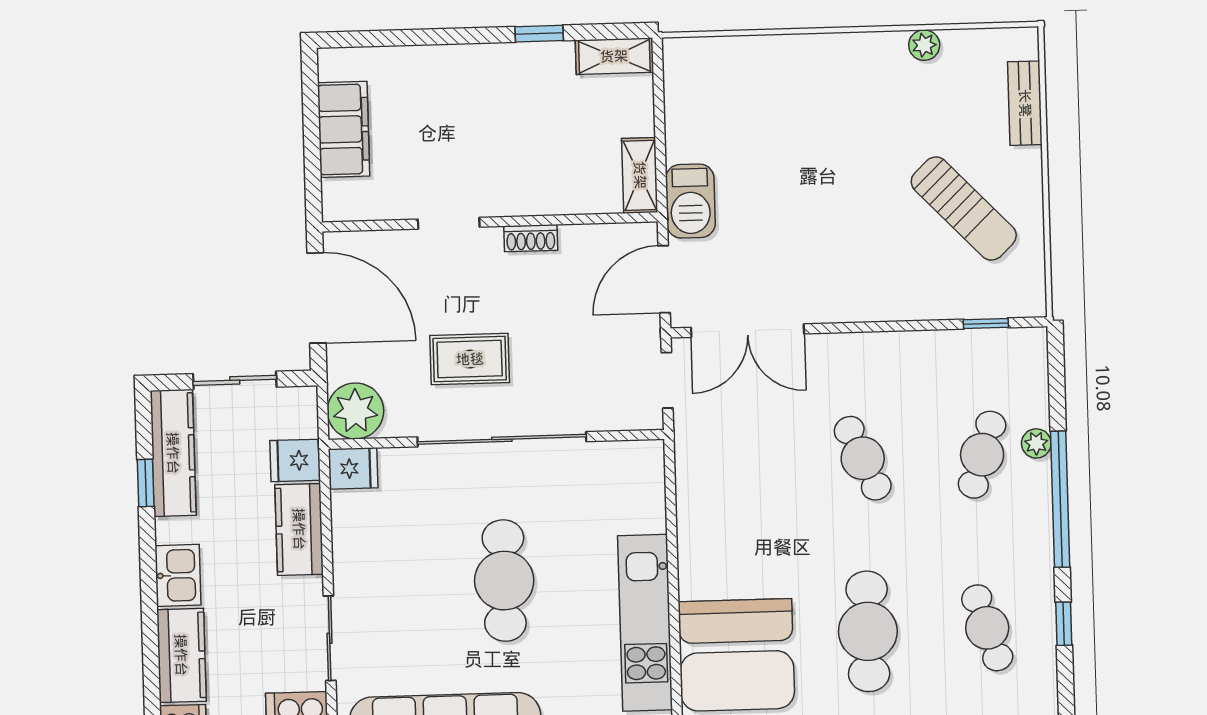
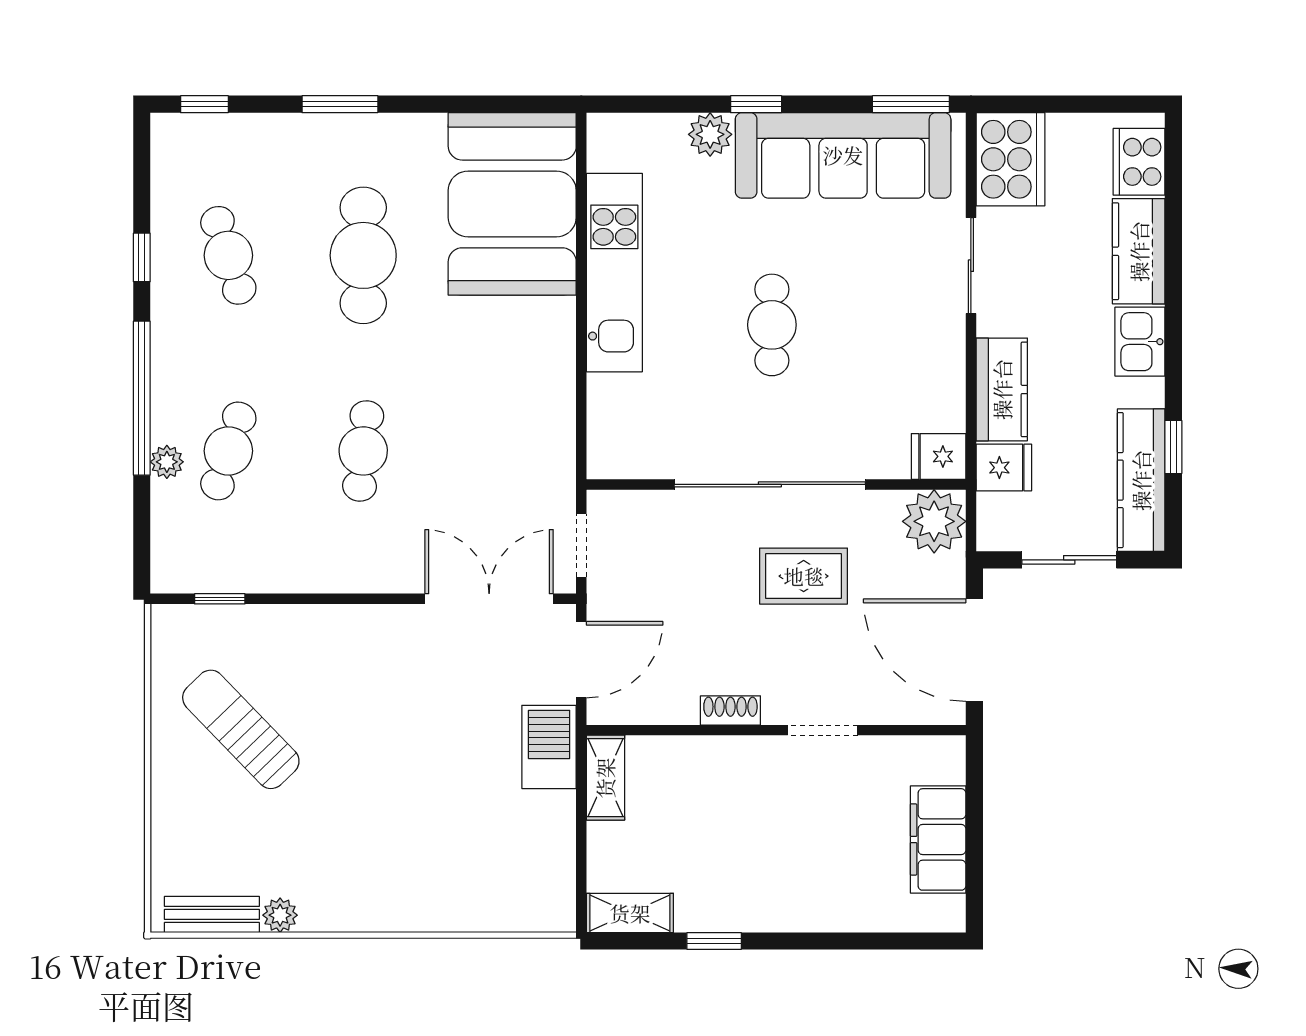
bench: (1025, 103) -> (212, 914), moved, turned 90
cafe table: (863, 458) -> (363, 451), turned 30
cafe table: (504, 581) -> (772, 325), width x0.73, depth x0.74

